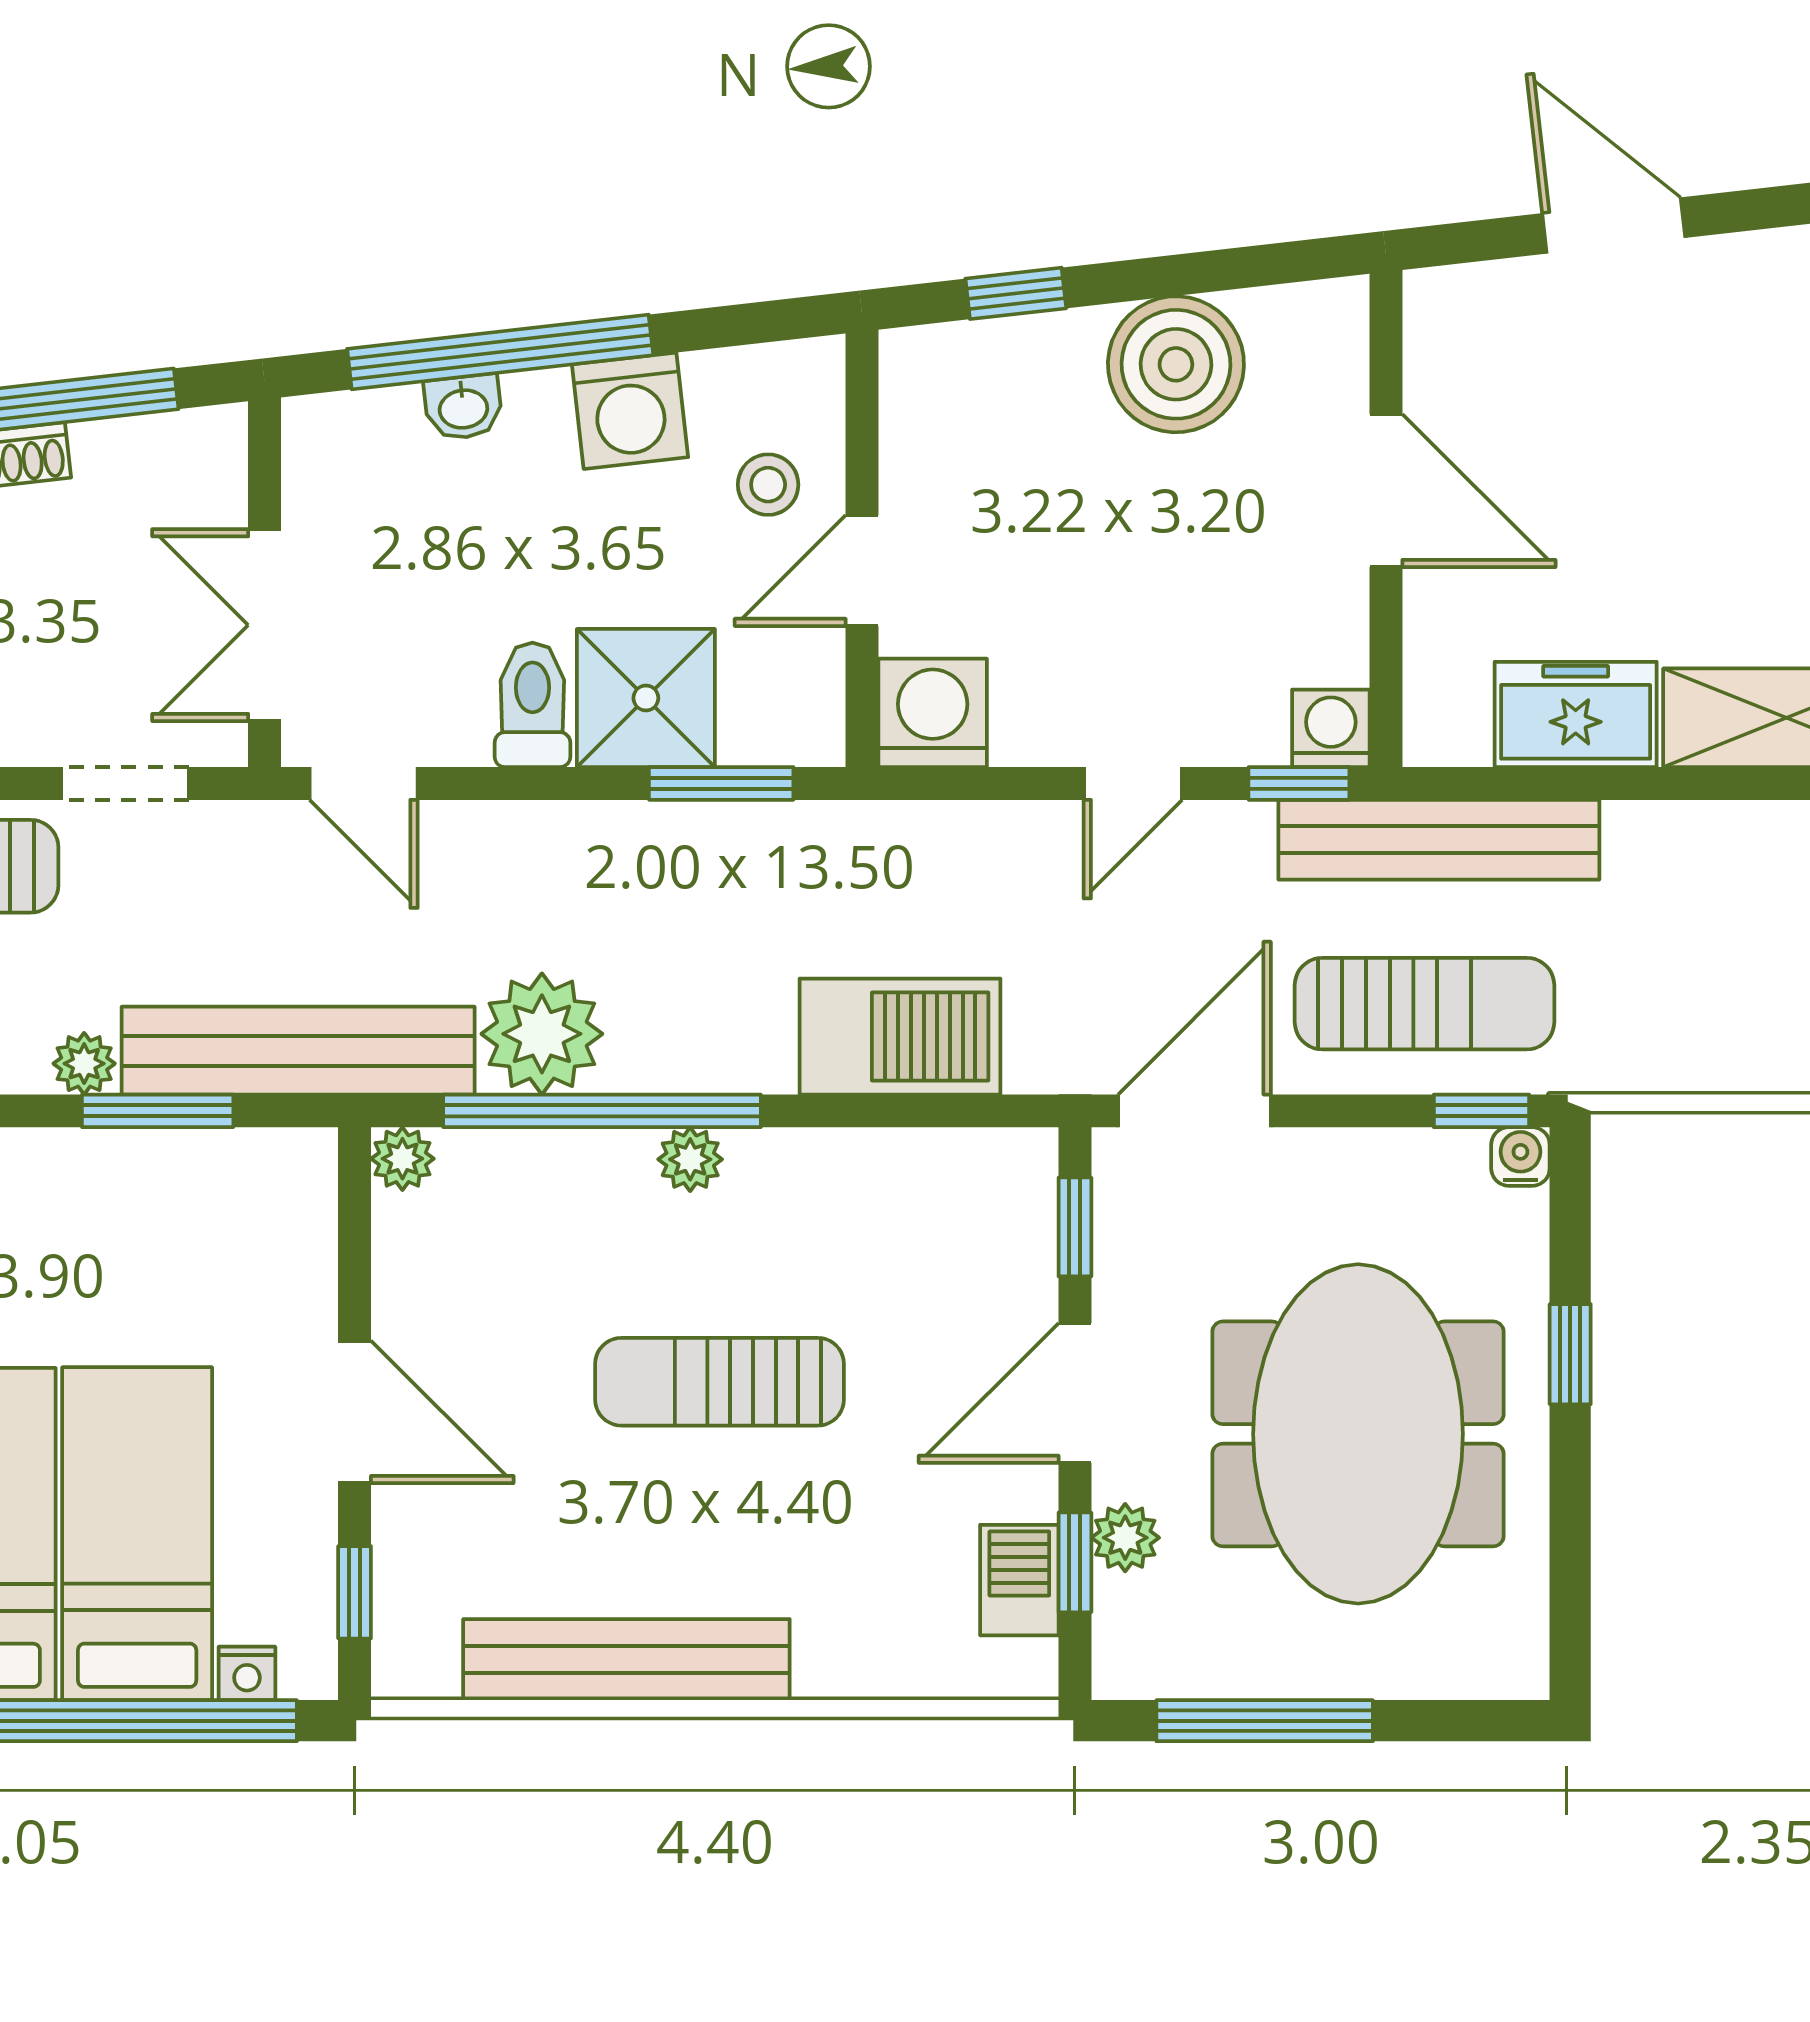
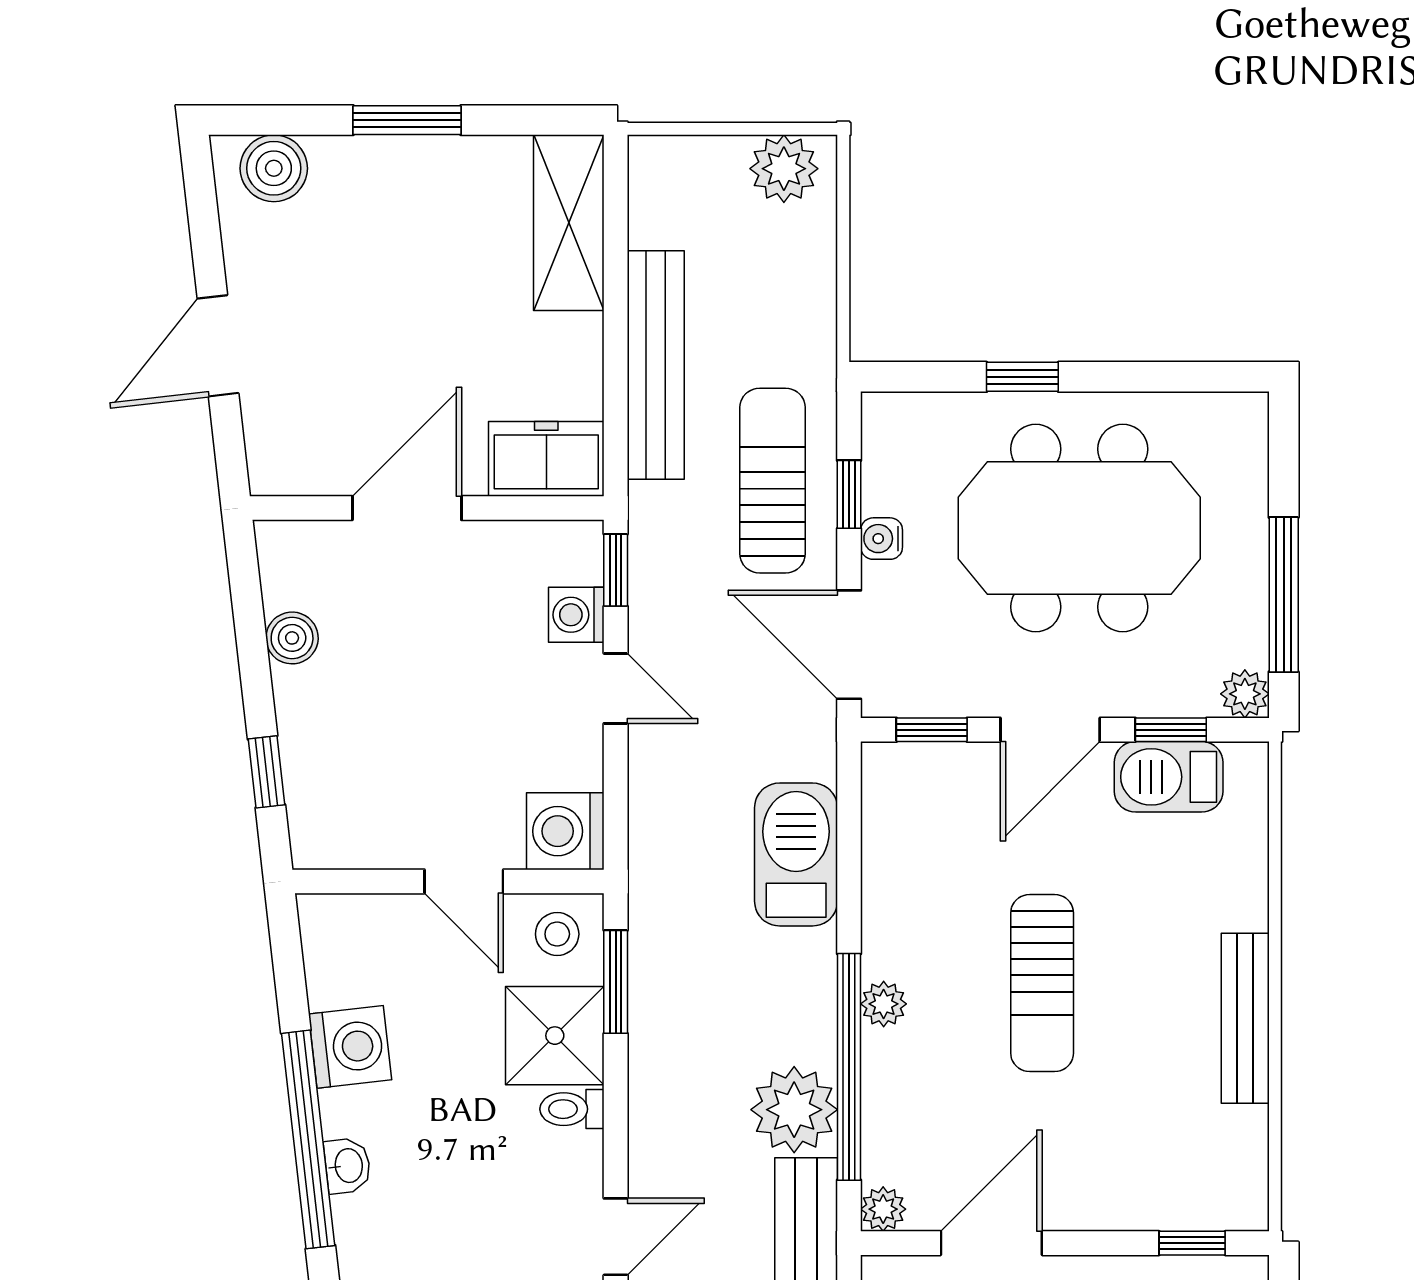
boiler: (1176, 364) -> (292, 638), width x0.54, depth x0.54
stool: (768, 485) -> (557, 934), moved
toilet: (532, 705) -> (572, 1109), width x0.73, depth x0.72
freezer: (1576, 714) -> (546, 459), moved, turned 90
washing machine: (1331, 728) -> (576, 615), moved
bench: (1439, 840) -> (656, 365), moved
window: (1481, 1111) -> (849, 494), moved
water cooler: (1520, 1156) -> (882, 539), moved
door: (1075, 1393) -> (1050, 730), hinge flipped
door: (355, 1412) -> (991, 1243), moved
plant: (1125, 1538) -> (1245, 694), moved
barbecue: (1019, 1580) -> (1169, 777), width x1.38, depth x1.27
bench: (626, 1660) -> (1245, 1018), width x0.73, depth x0.82

